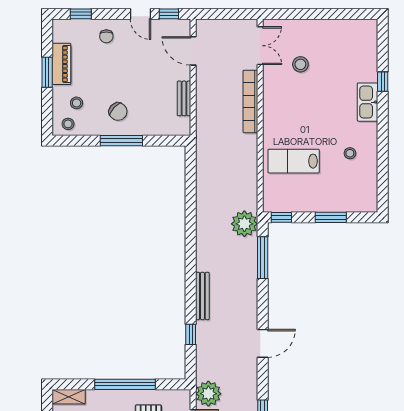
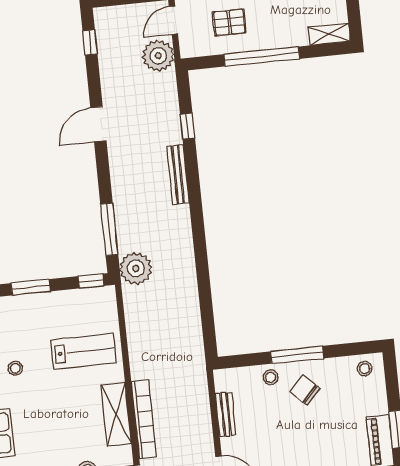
stool: (77, 103) -> (271, 377), moved
shelving: (272, 108) -> (116, 414), added

